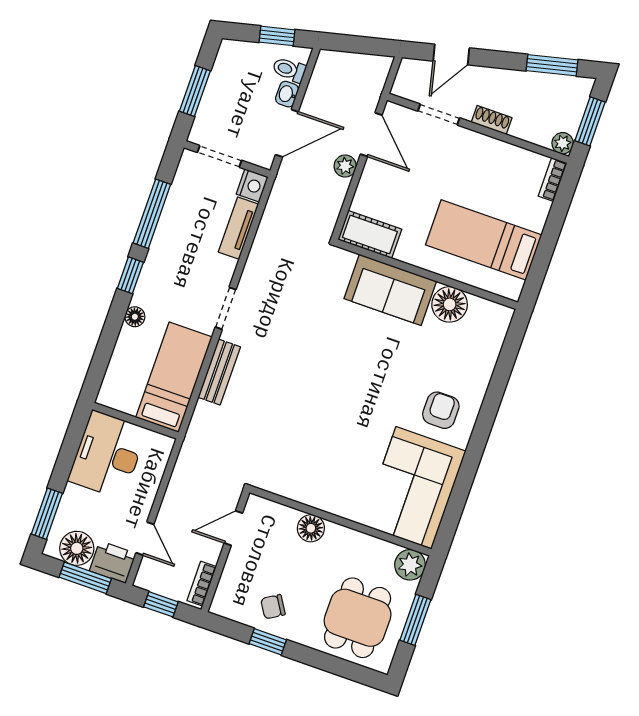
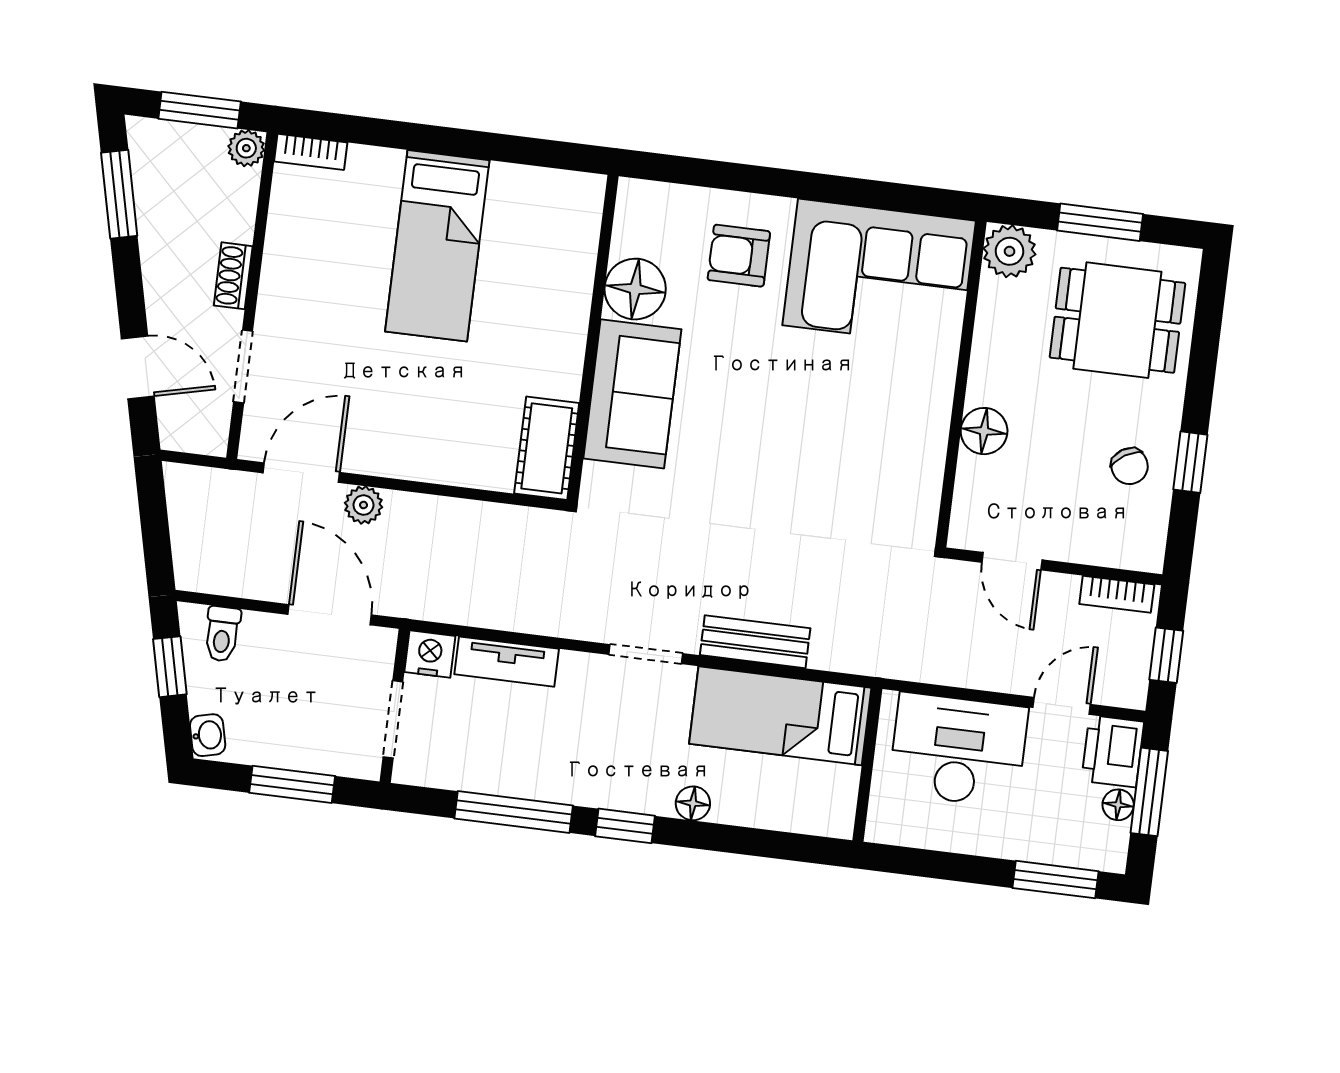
washbasin: (287, 94) -> (208, 735), moved, turned -103
cot: (370, 234) -> (547, 448), moved
wall: (427, 274) -> (593, 338), moved
sofa: (390, 290) -> (632, 394), moved
floor lamp: (450, 304) -> (635, 289), moved
desk: (108, 455) -> (958, 750), moved, turned 180
floor lamp: (77, 548) -> (1118, 805), width x0.53, depth x0.53

